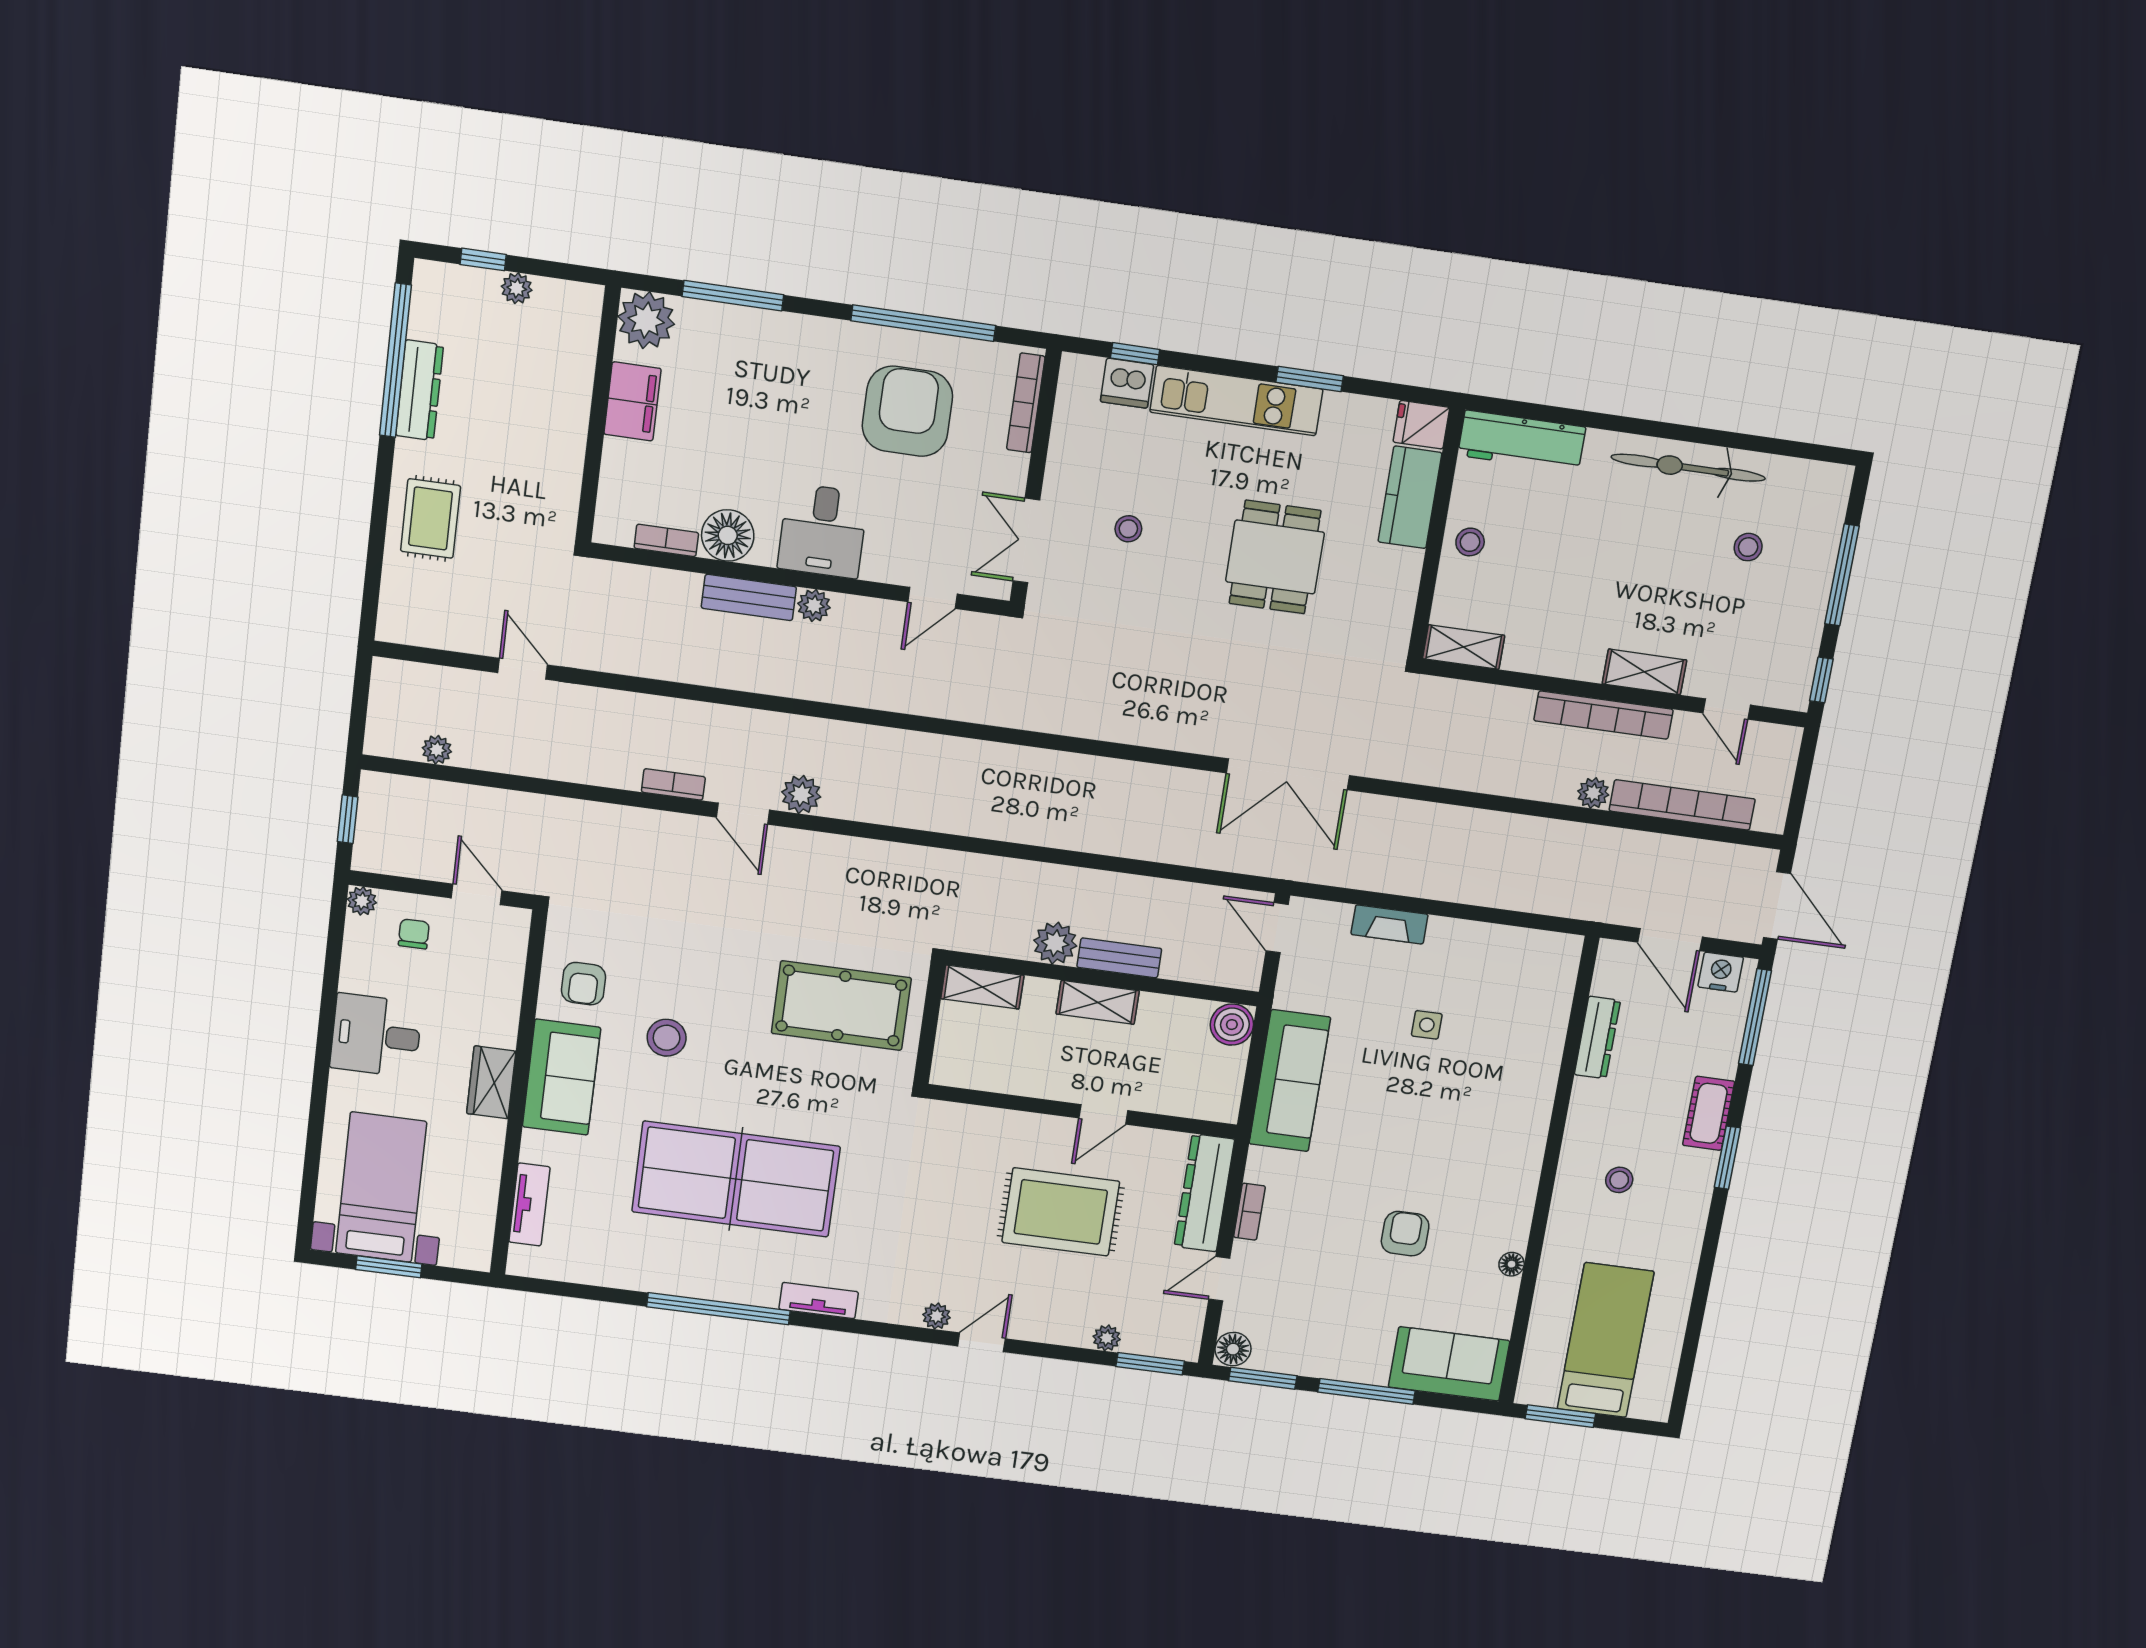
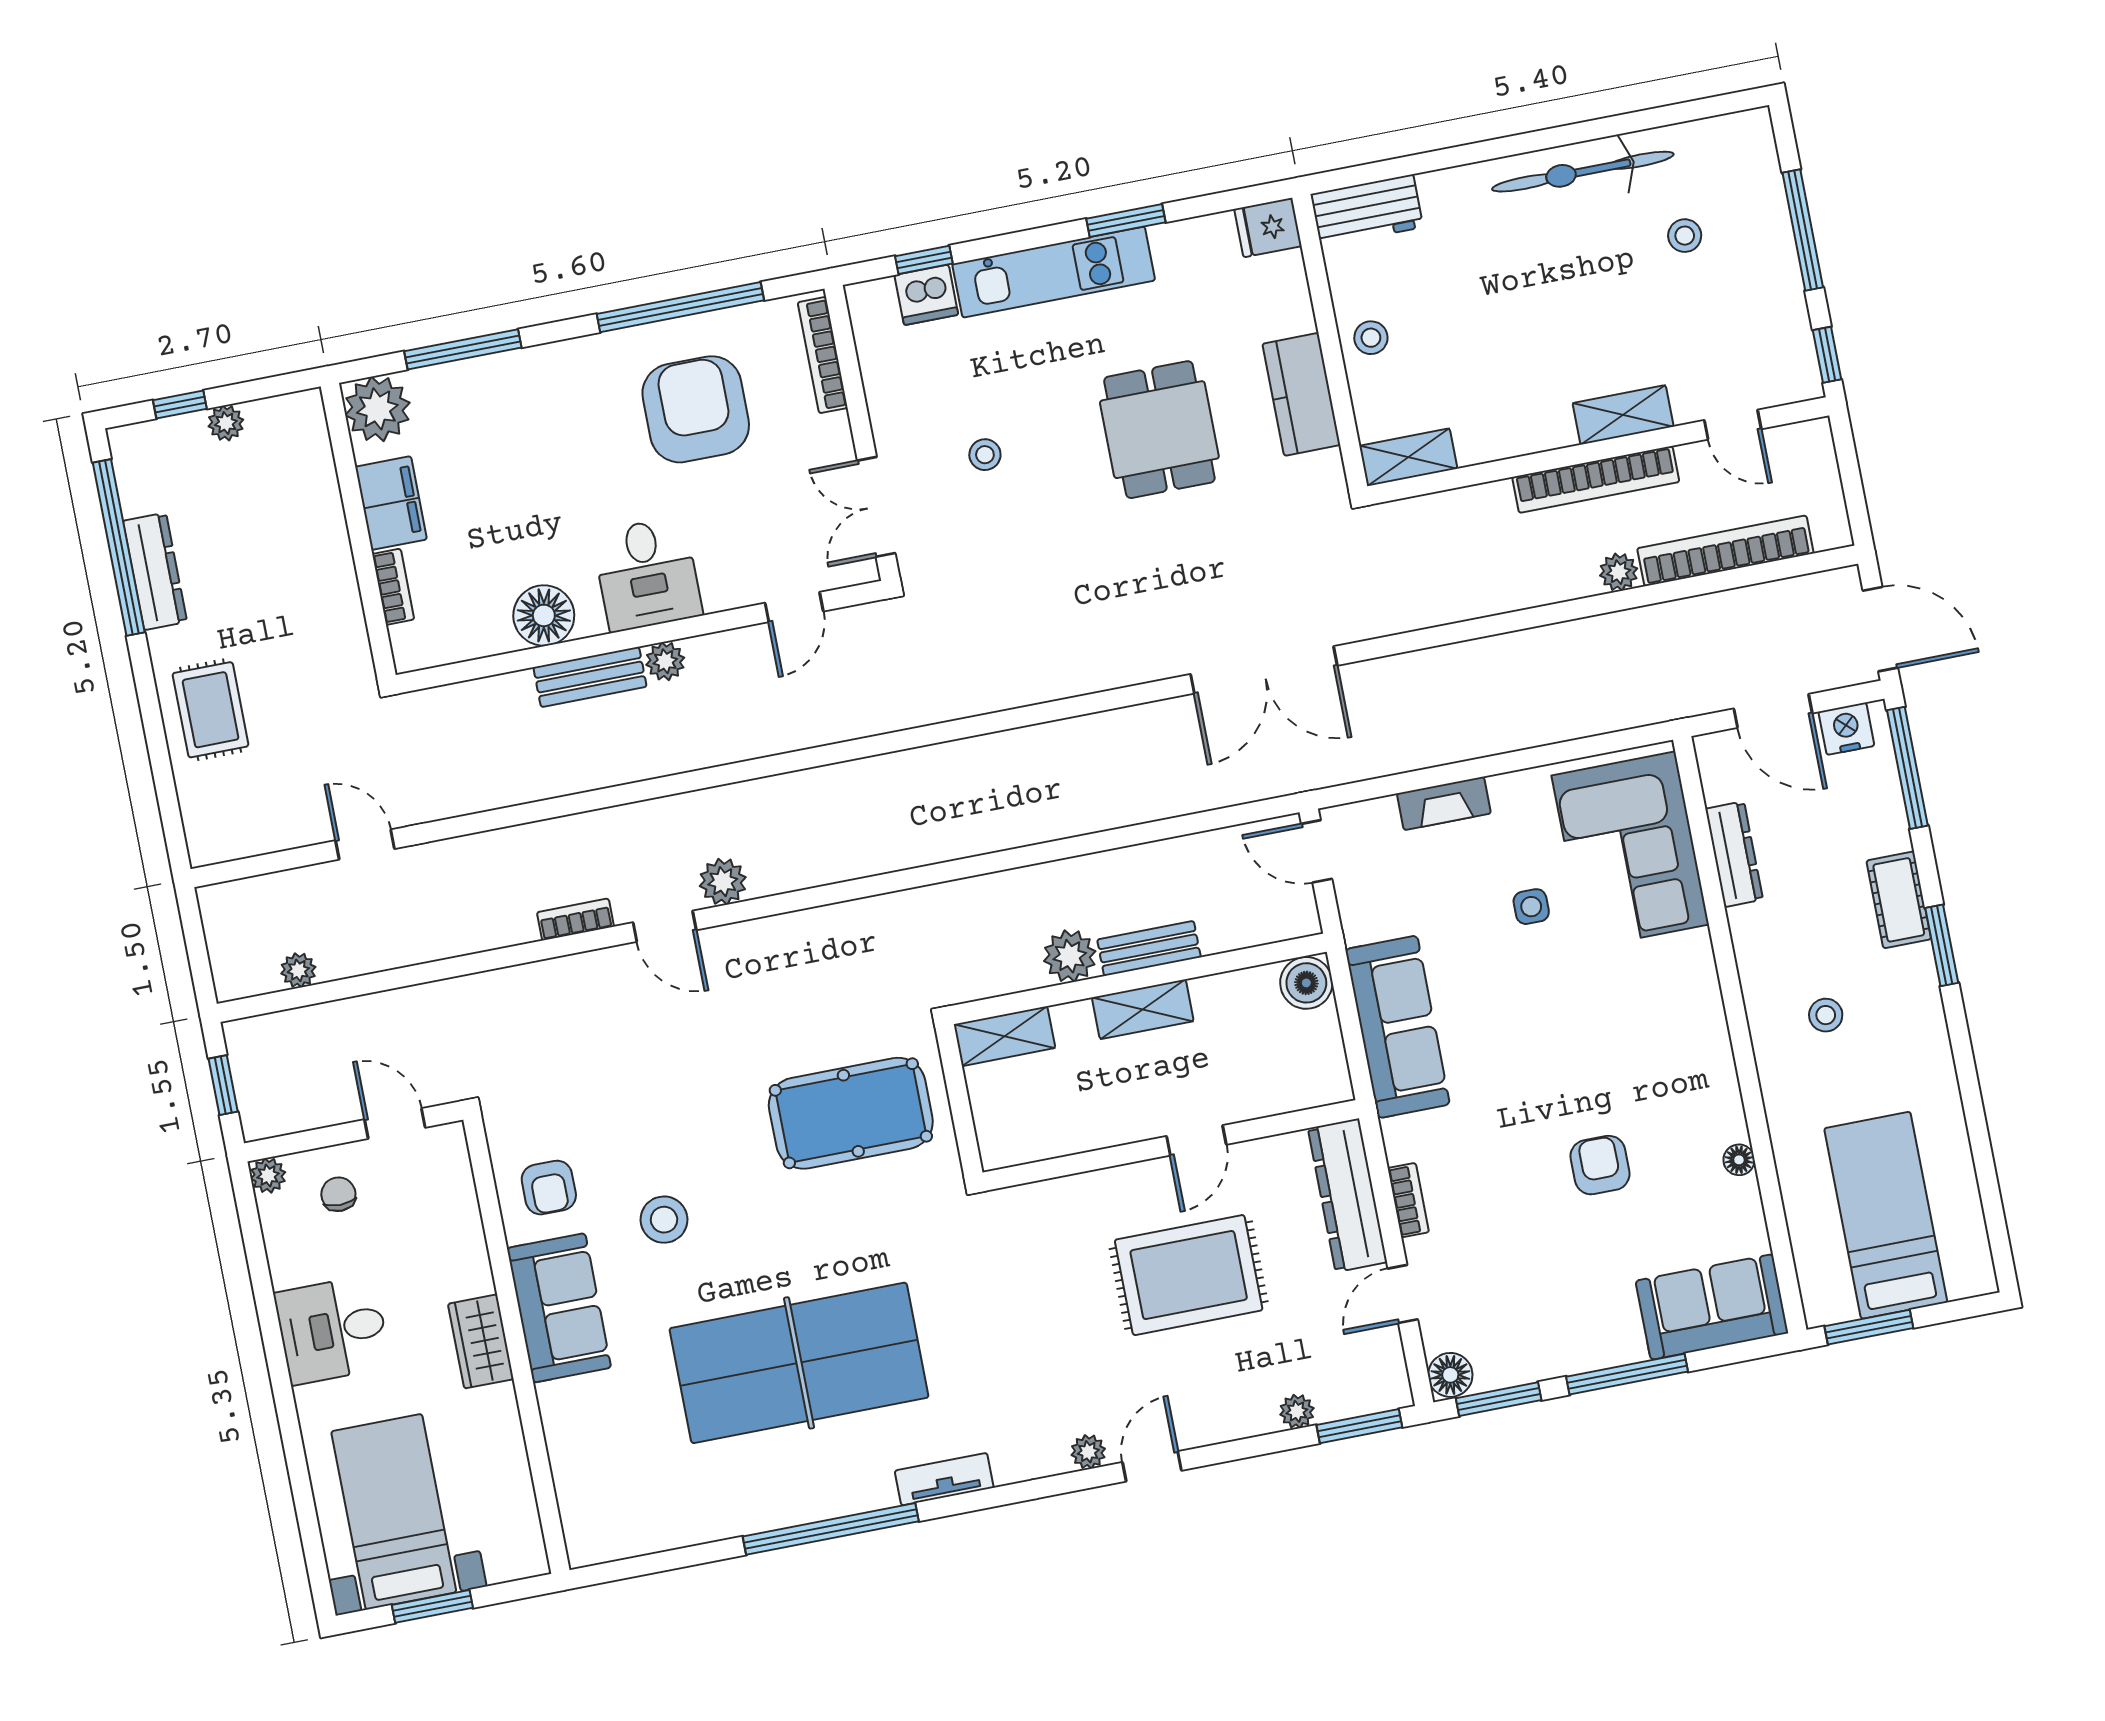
workbench: (1522, 441) -> (1367, 211), width x0.73
kitchen counter: (1410, 497) -> (1301, 394), moved
bookcase: (666, 540) -> (393, 587), moved, turned 90
corner sofa: (1519, 1008) -> (1630, 850), added
tv unit: (529, 1205) -> (571, 1475), removed

